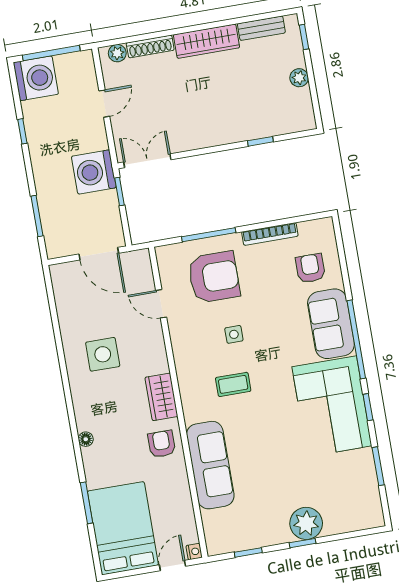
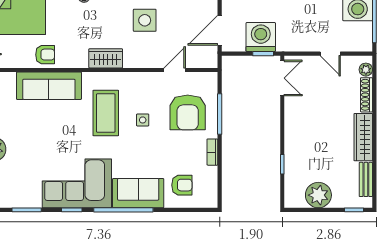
plant: (299, 78) -> (318, 195), width x1.87, depth x1.87
washing machine: (94, 172) -> (261, 37), moved
bookcase: (270, 234) -> (212, 152), width x0.64
coffee table: (233, 384) -> (106, 113), width x1.86, depth x1.72
armchair: (162, 444) -> (45, 55), moved

